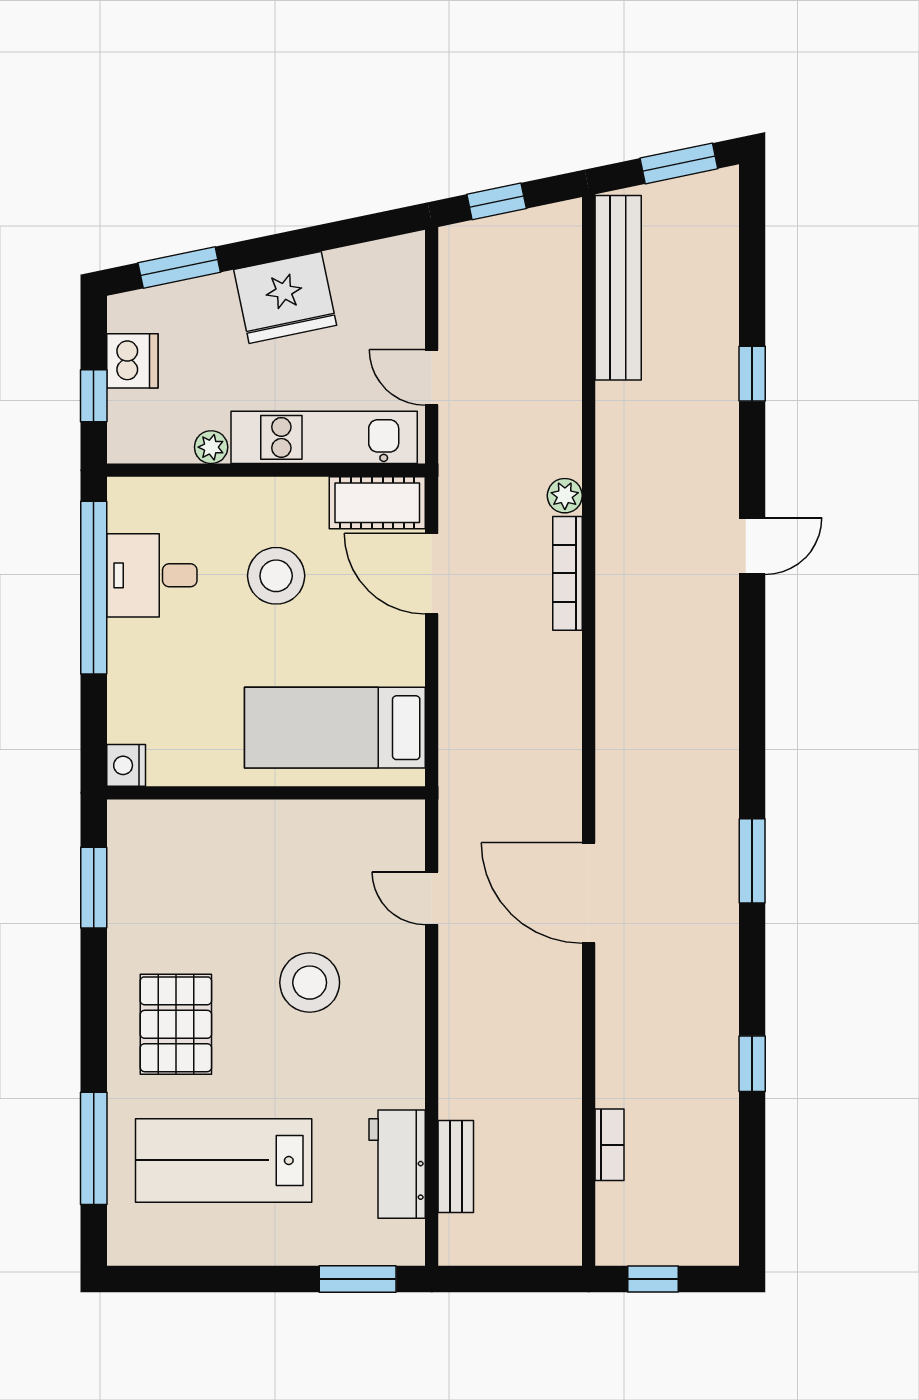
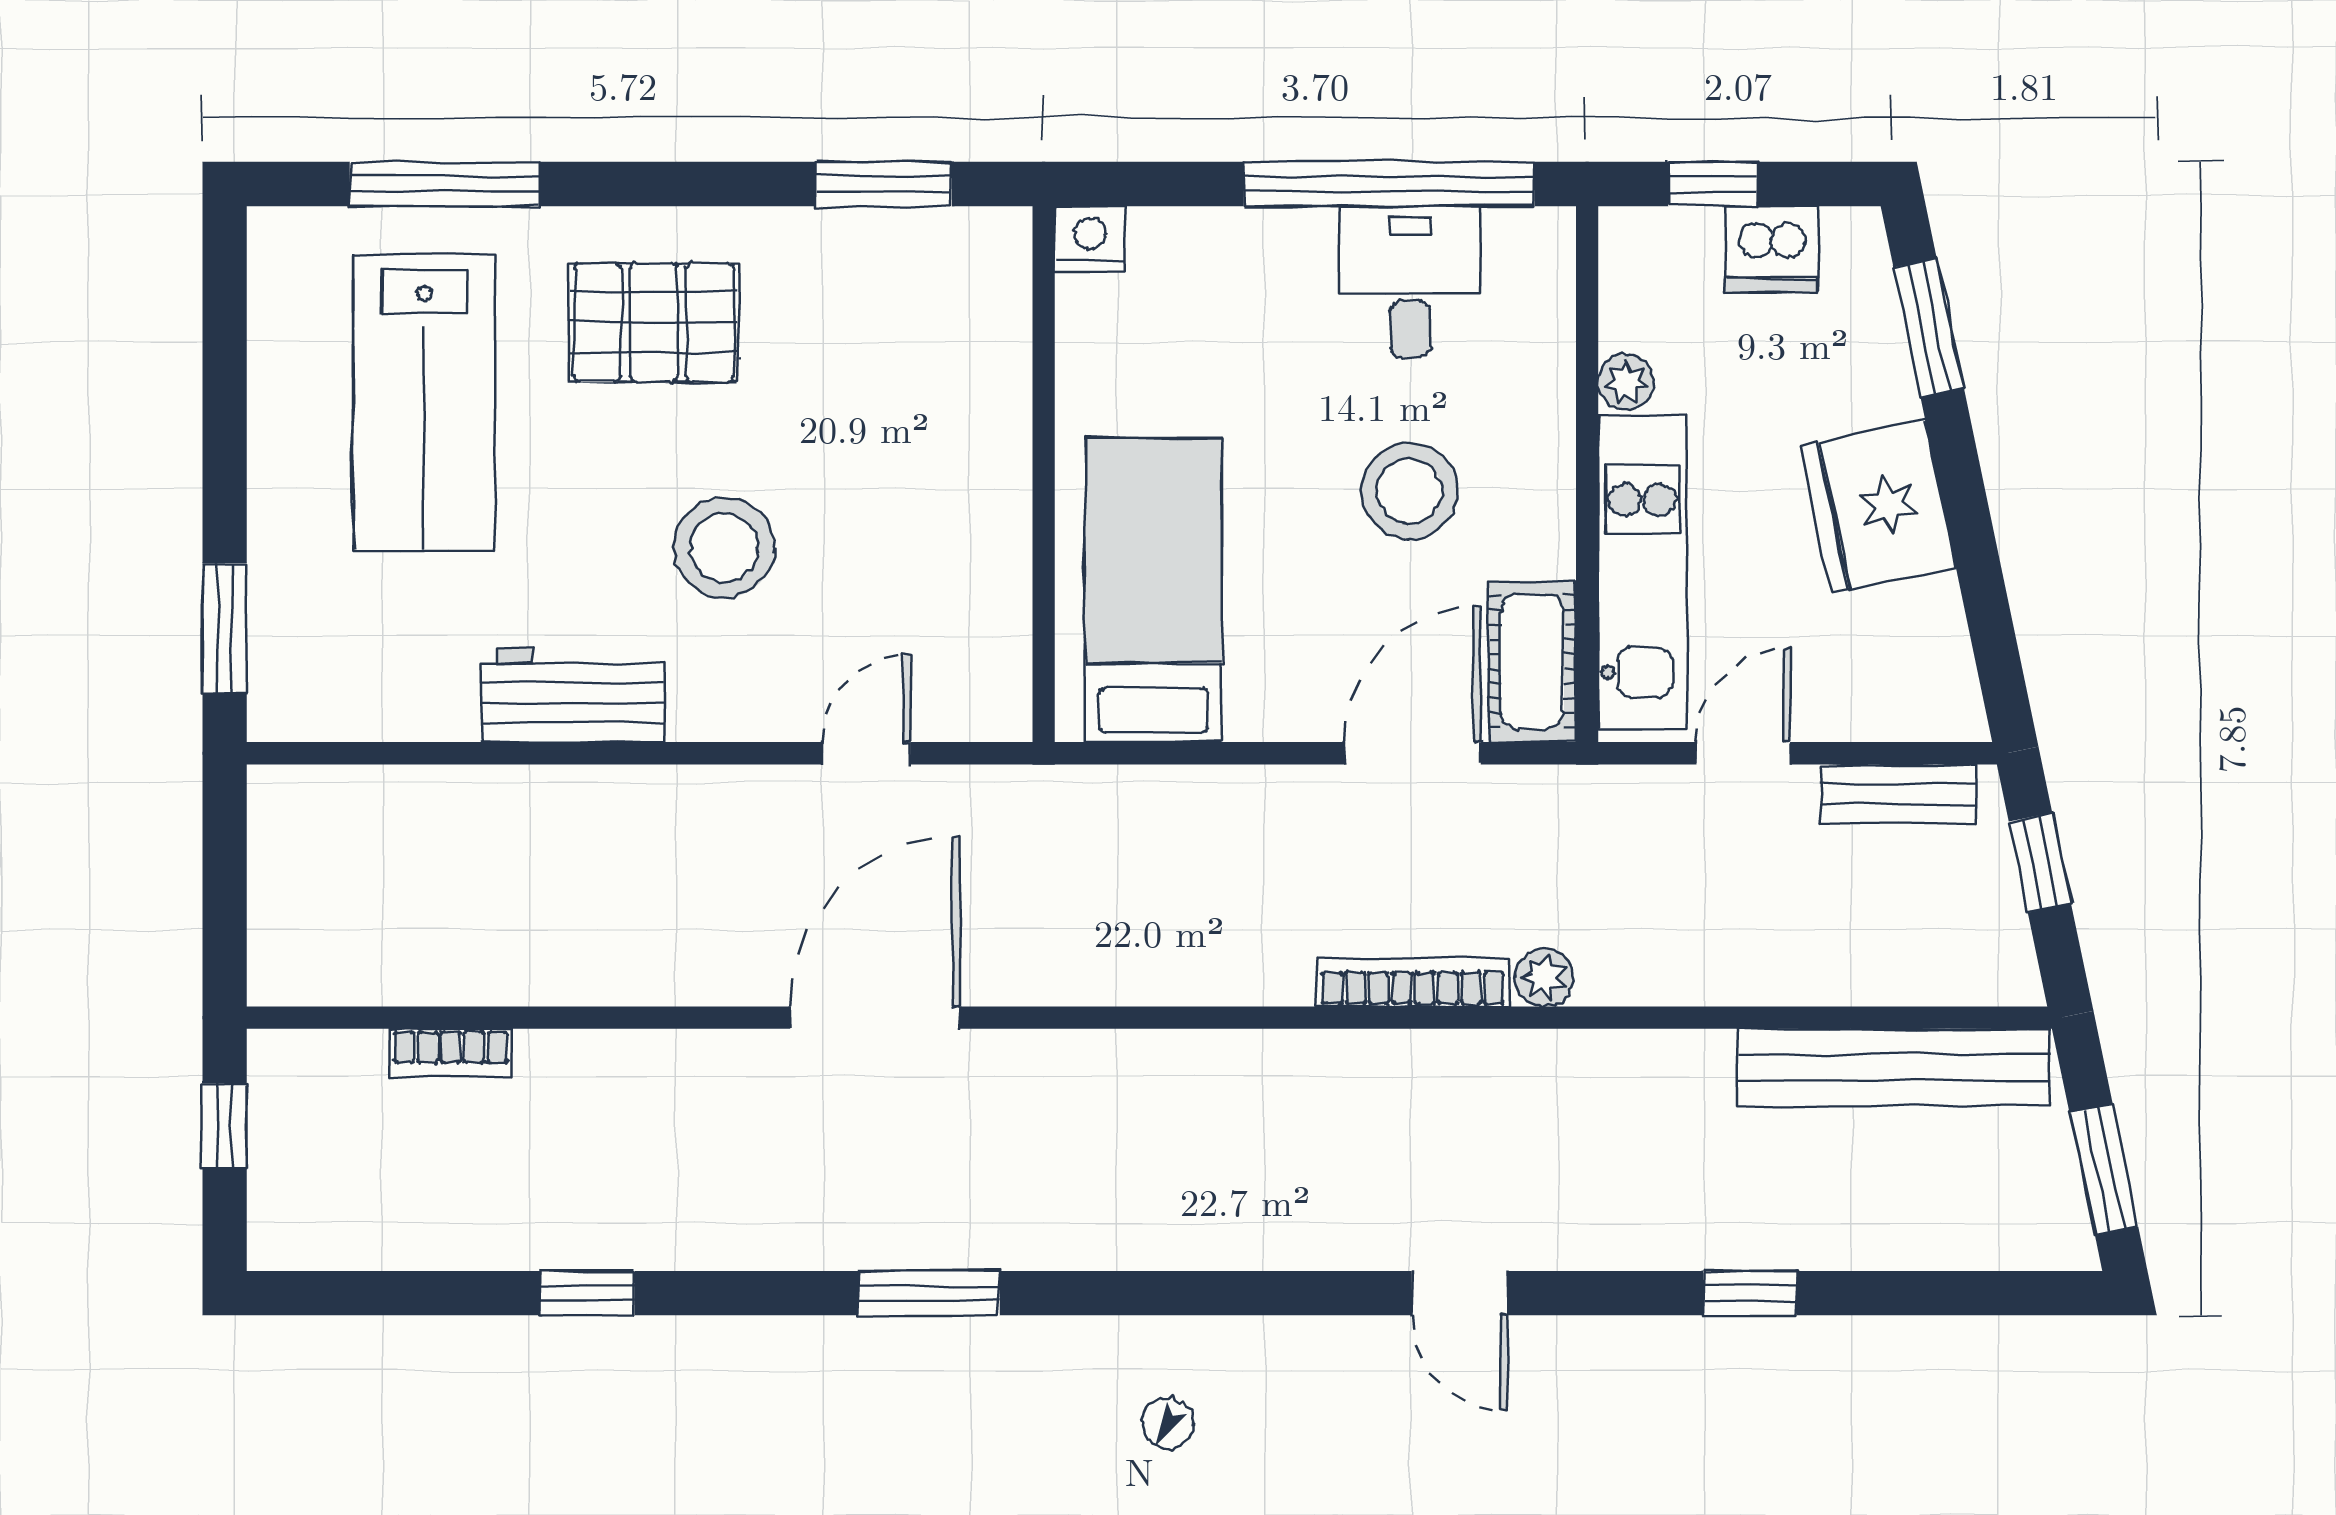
lab bench: (224, 1160) -> (424, 403), turned 180
workbench: (397, 1164) -> (573, 695), moved
bench: (456, 1167) -> (1899, 794), moved

